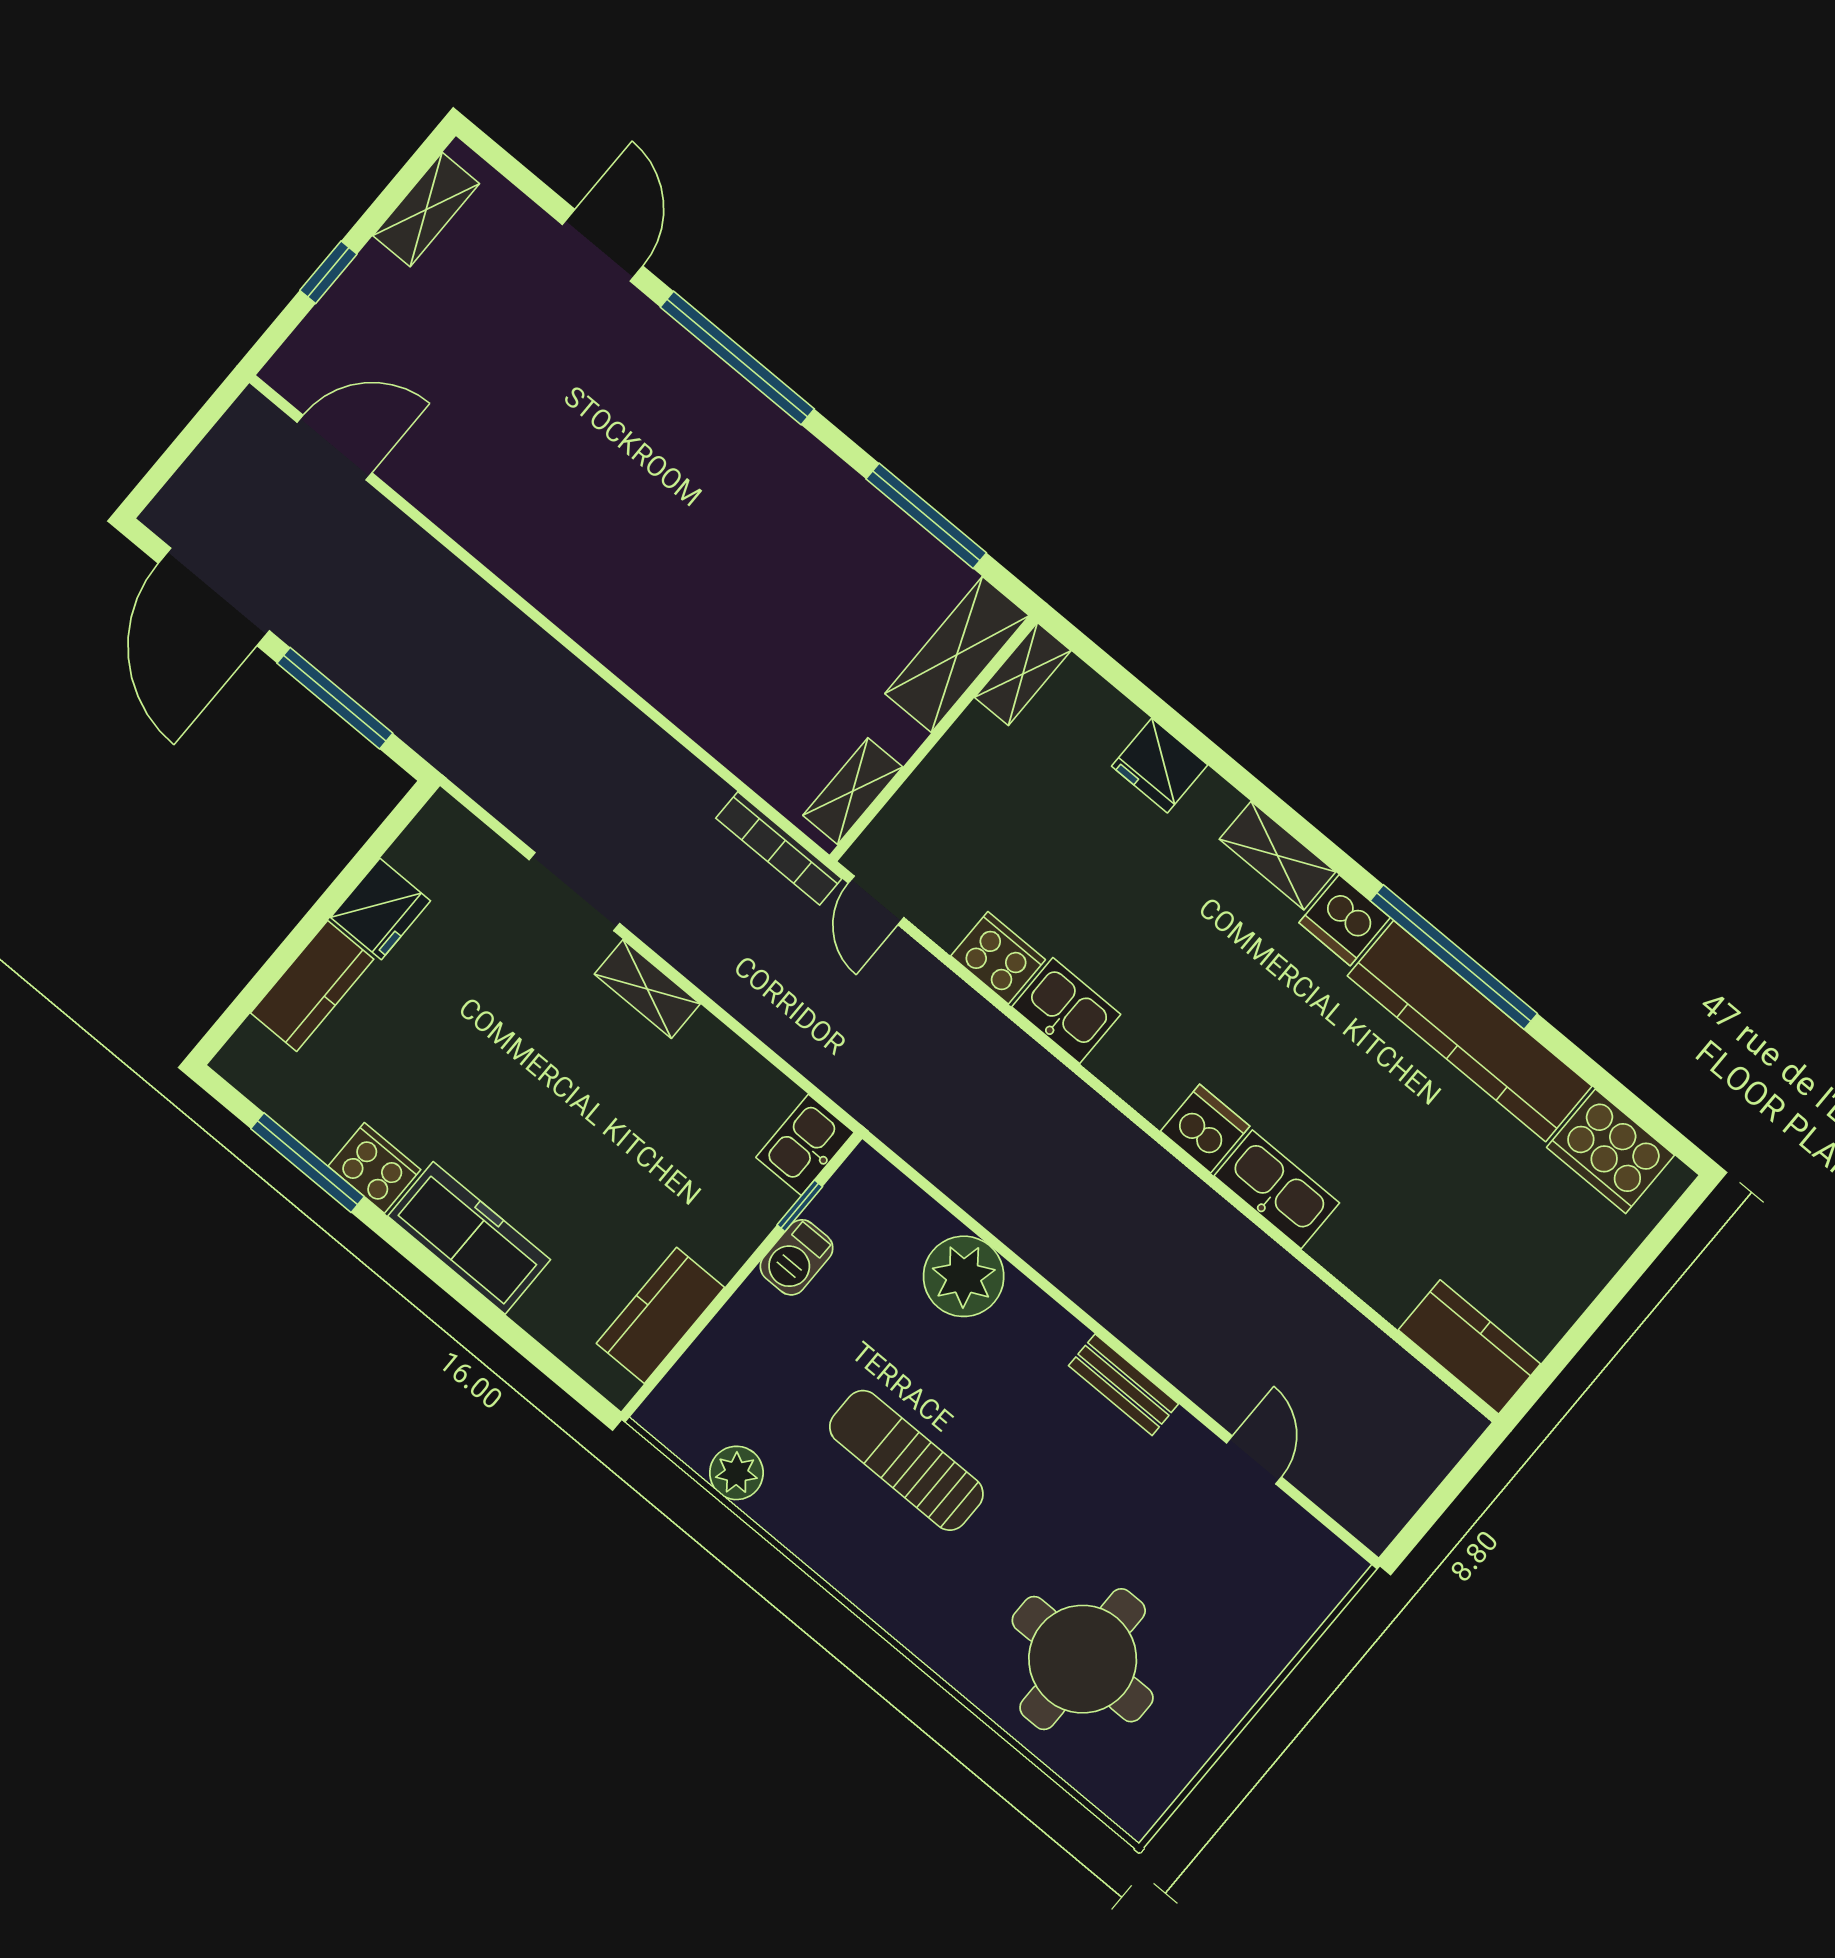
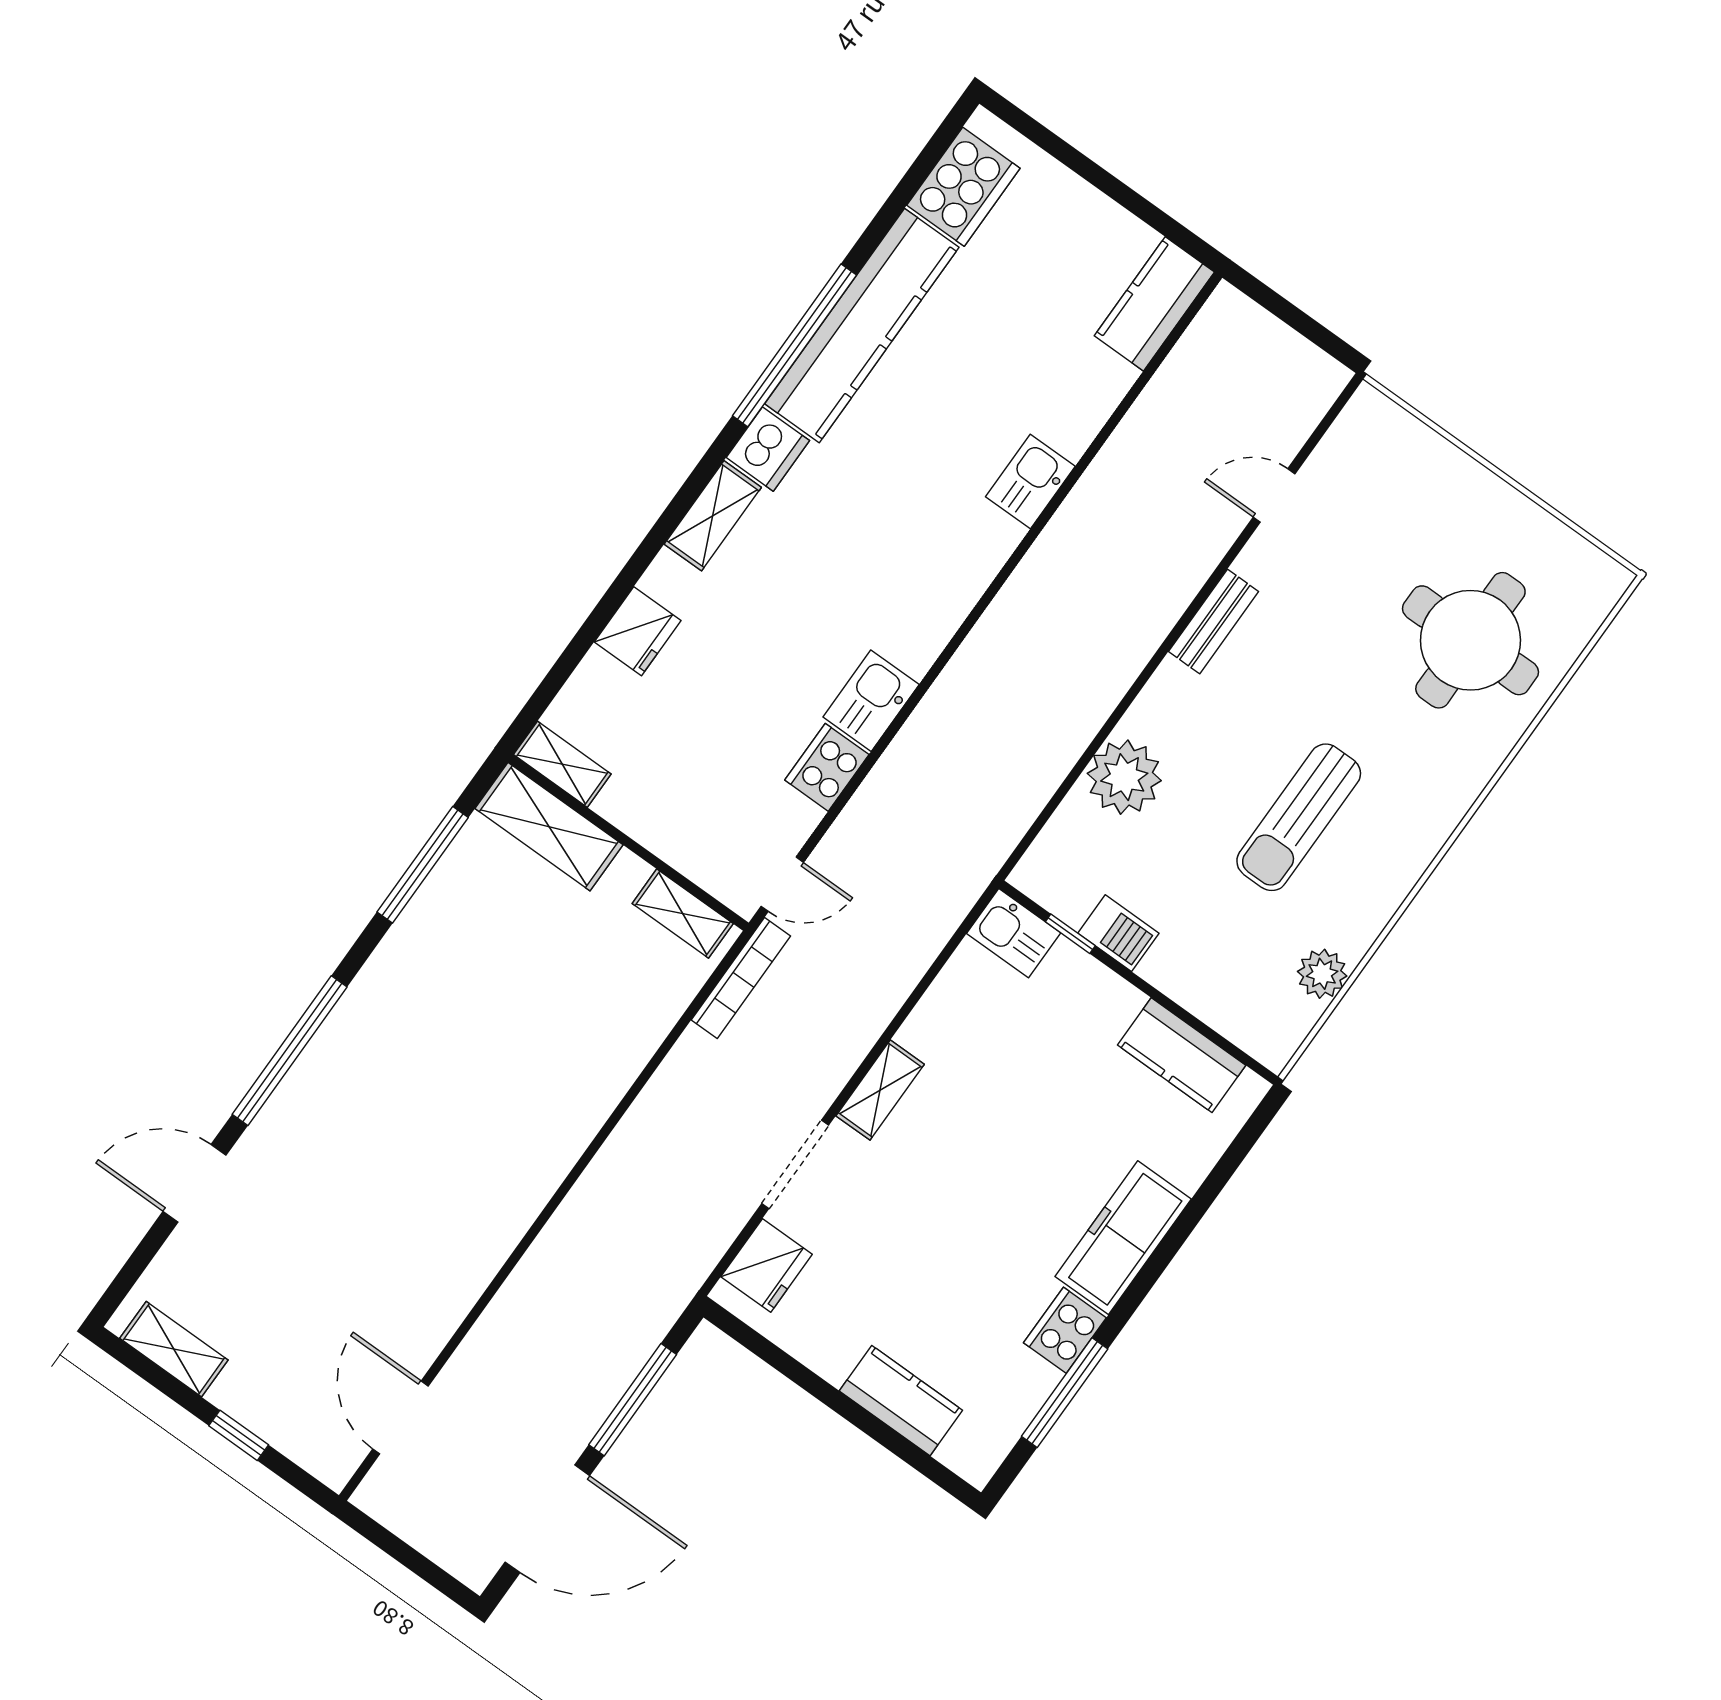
fridge: (381, 909) -> (767, 1265), moved, turned 90
dishwasher: (1205, 1129) -> (971, 564), removed
kitchen sink: (1277, 1189) -> (1030, 482), width x0.73

